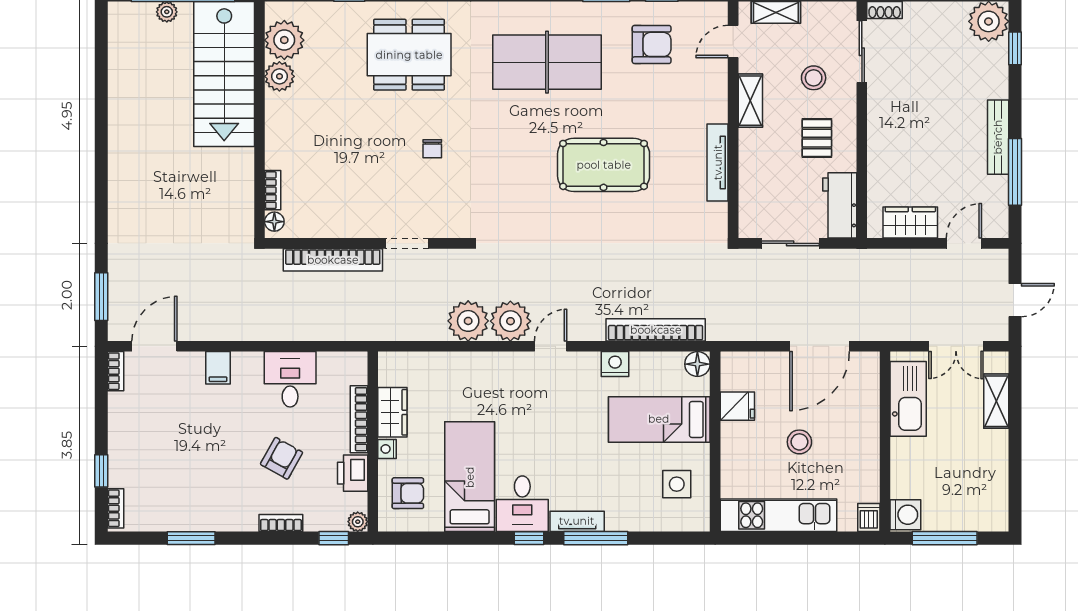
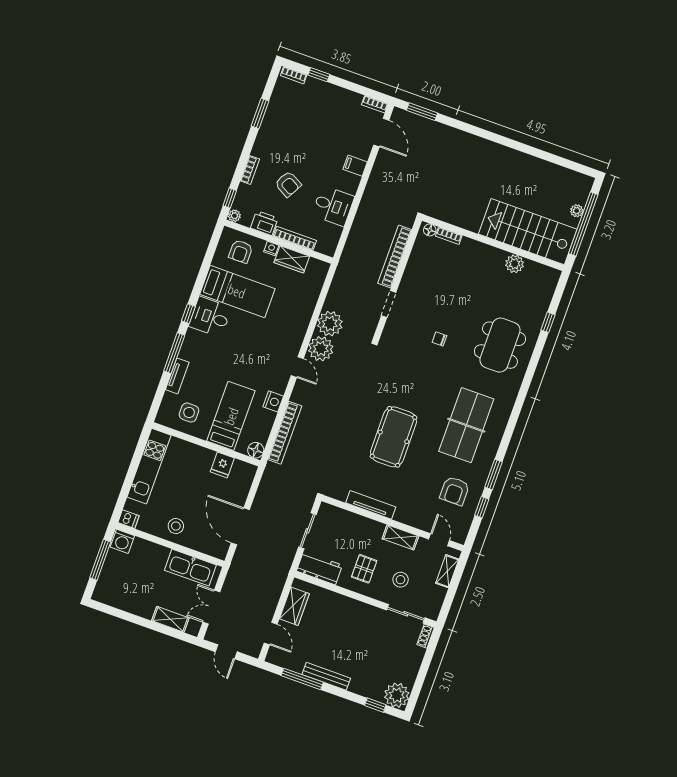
plant: (284, 40) -> (535, 274), removed
pallet: (817, 138) -> (364, 569), turned 90
stool: (799, 442) -> (176, 526), moved
tv unit: (577, 521) -> (177, 376), moved

